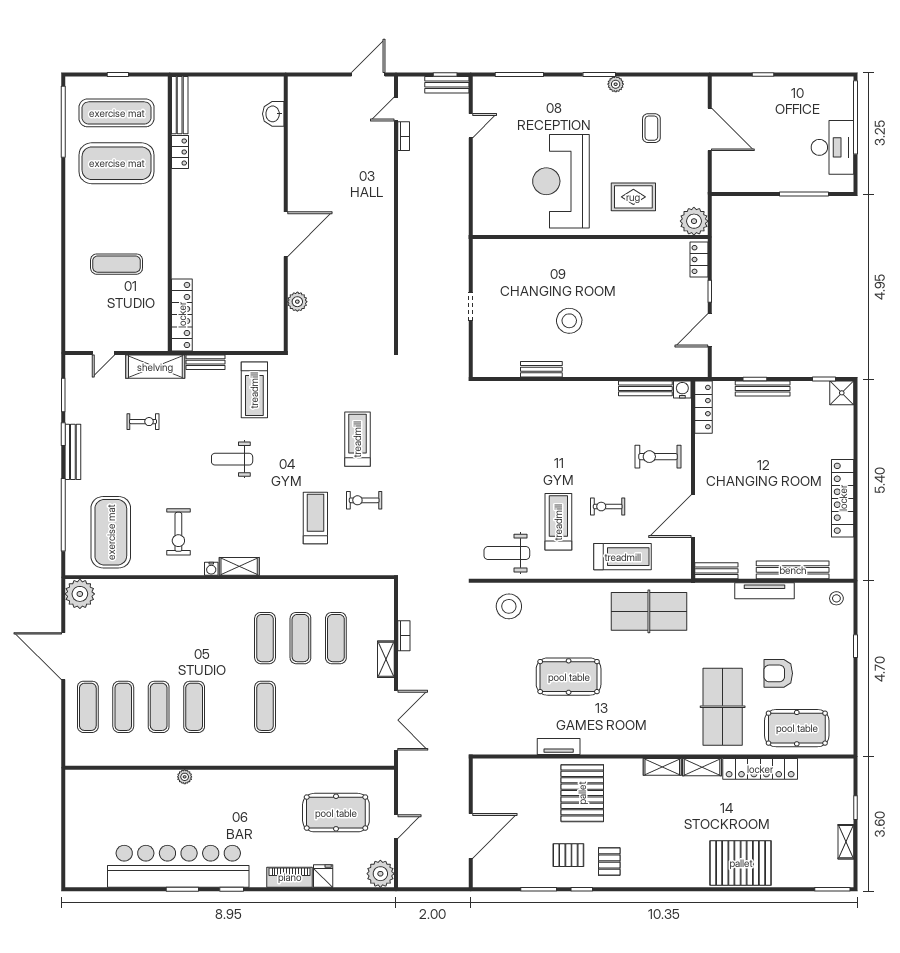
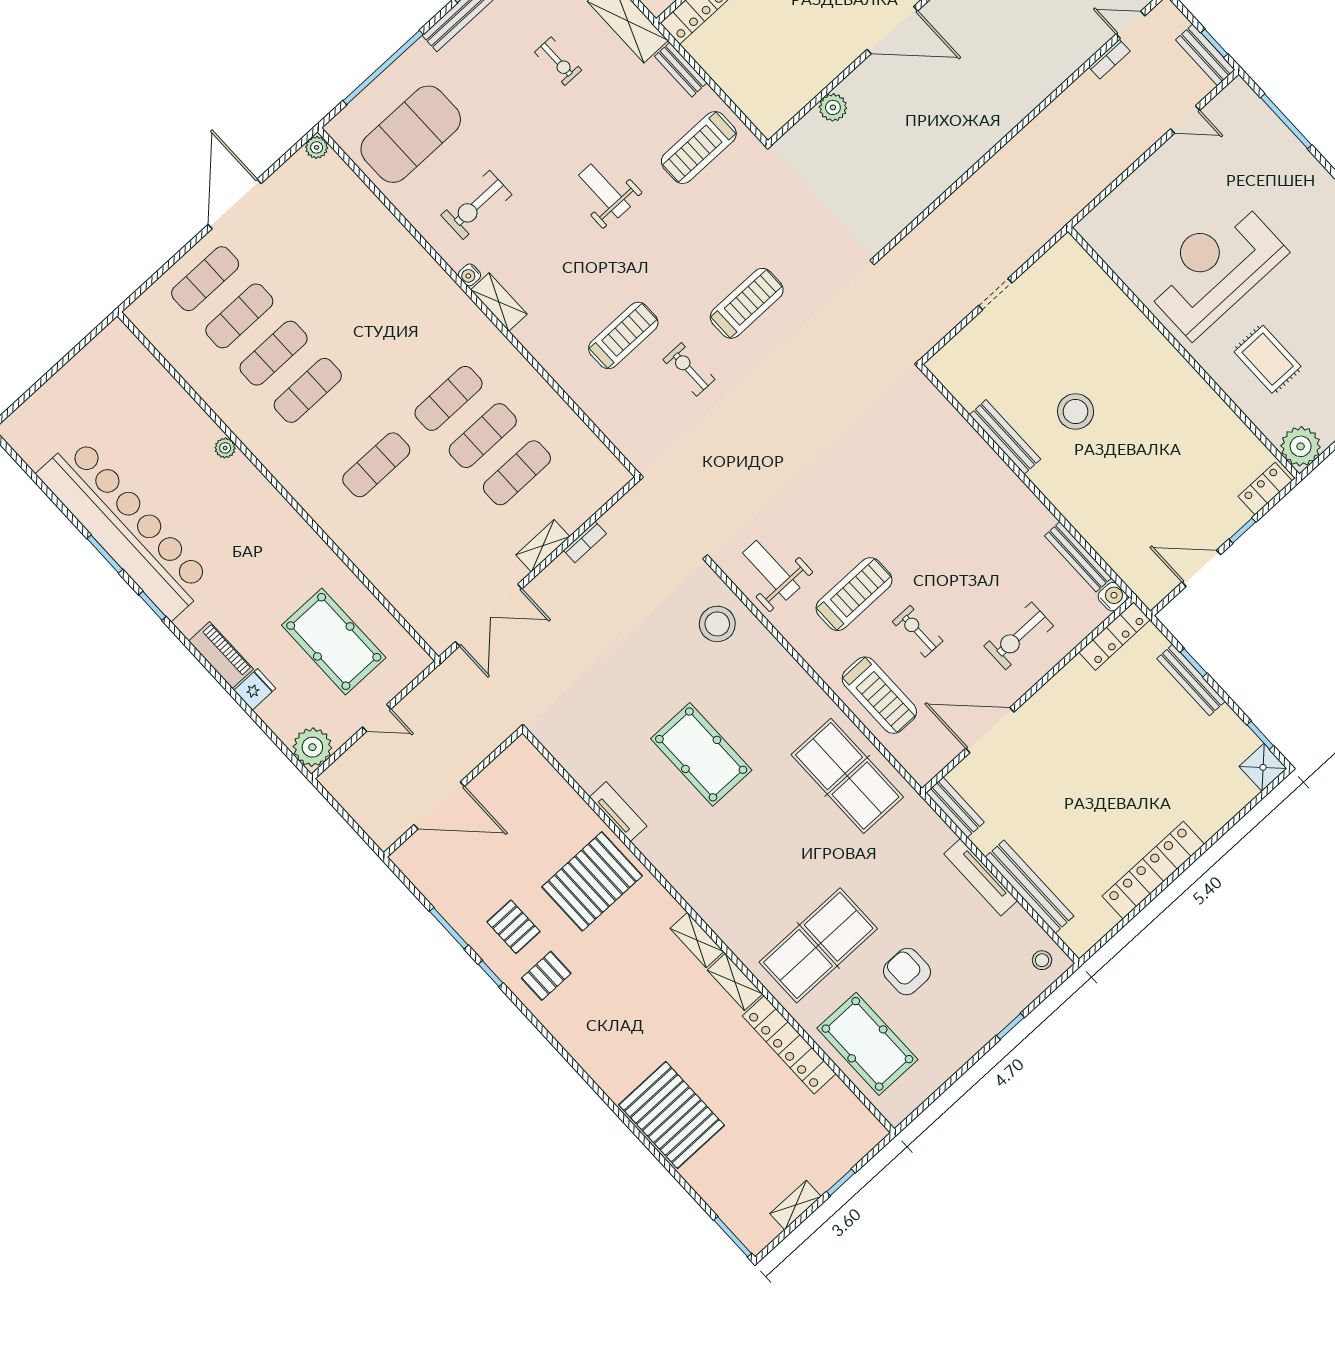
bench: (541, 369) -> (1005, 437), width x1.36
exercise bike: (658, 457) -> (1019, 636), turned -90
plant: (80, 594) -> (317, 147), width x0.53, depth x0.53

